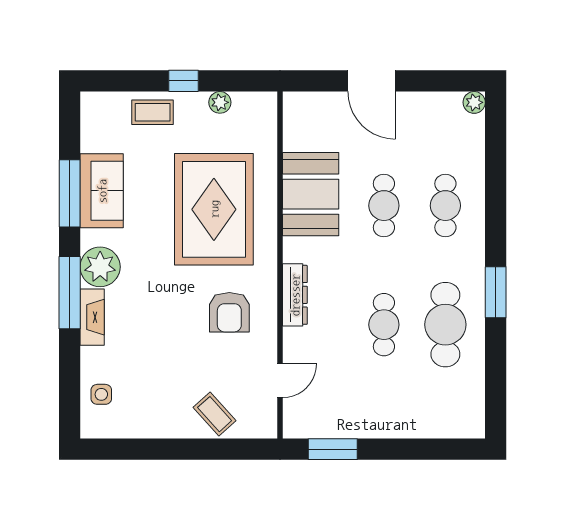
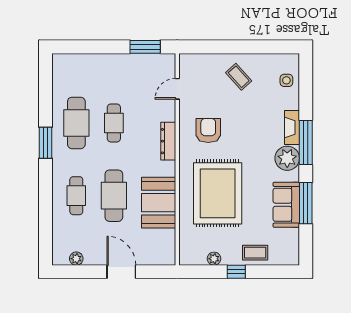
plant: (474, 102) -> (76, 259), moved
cafe table: (384, 206) -> (114, 196), width x1.37, depth x1.35
coffee table: (215, 414) -> (239, 77), moved

